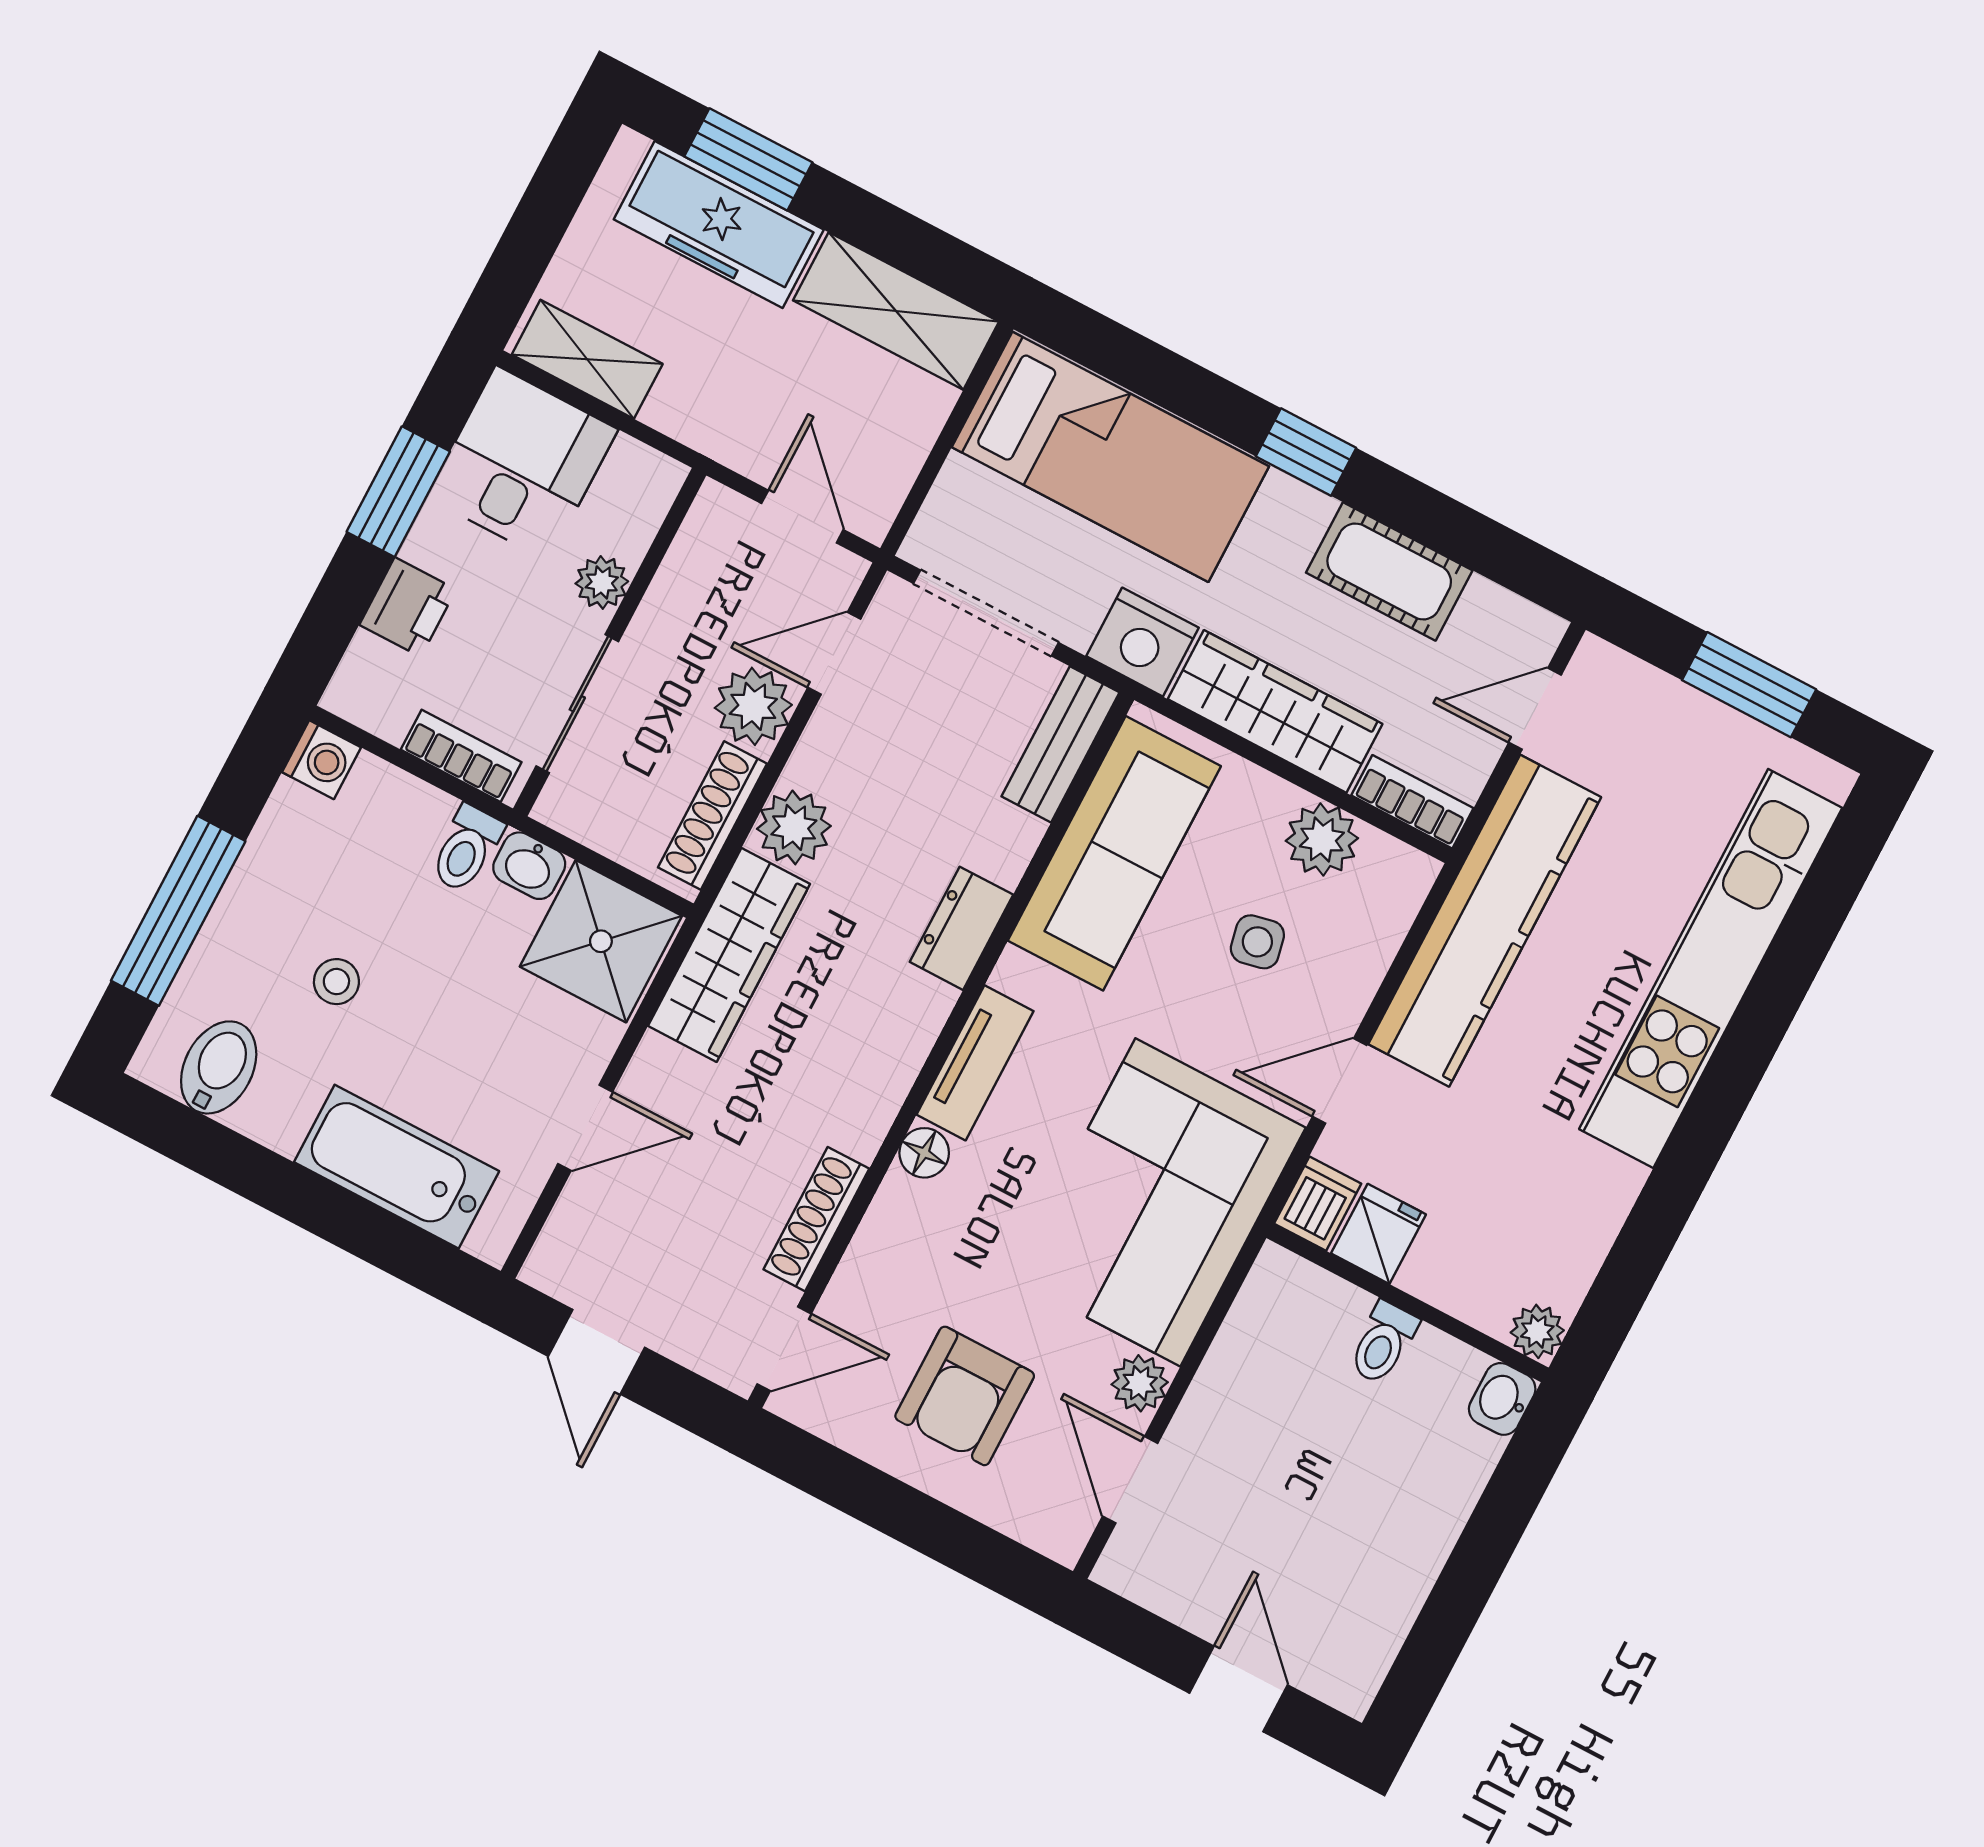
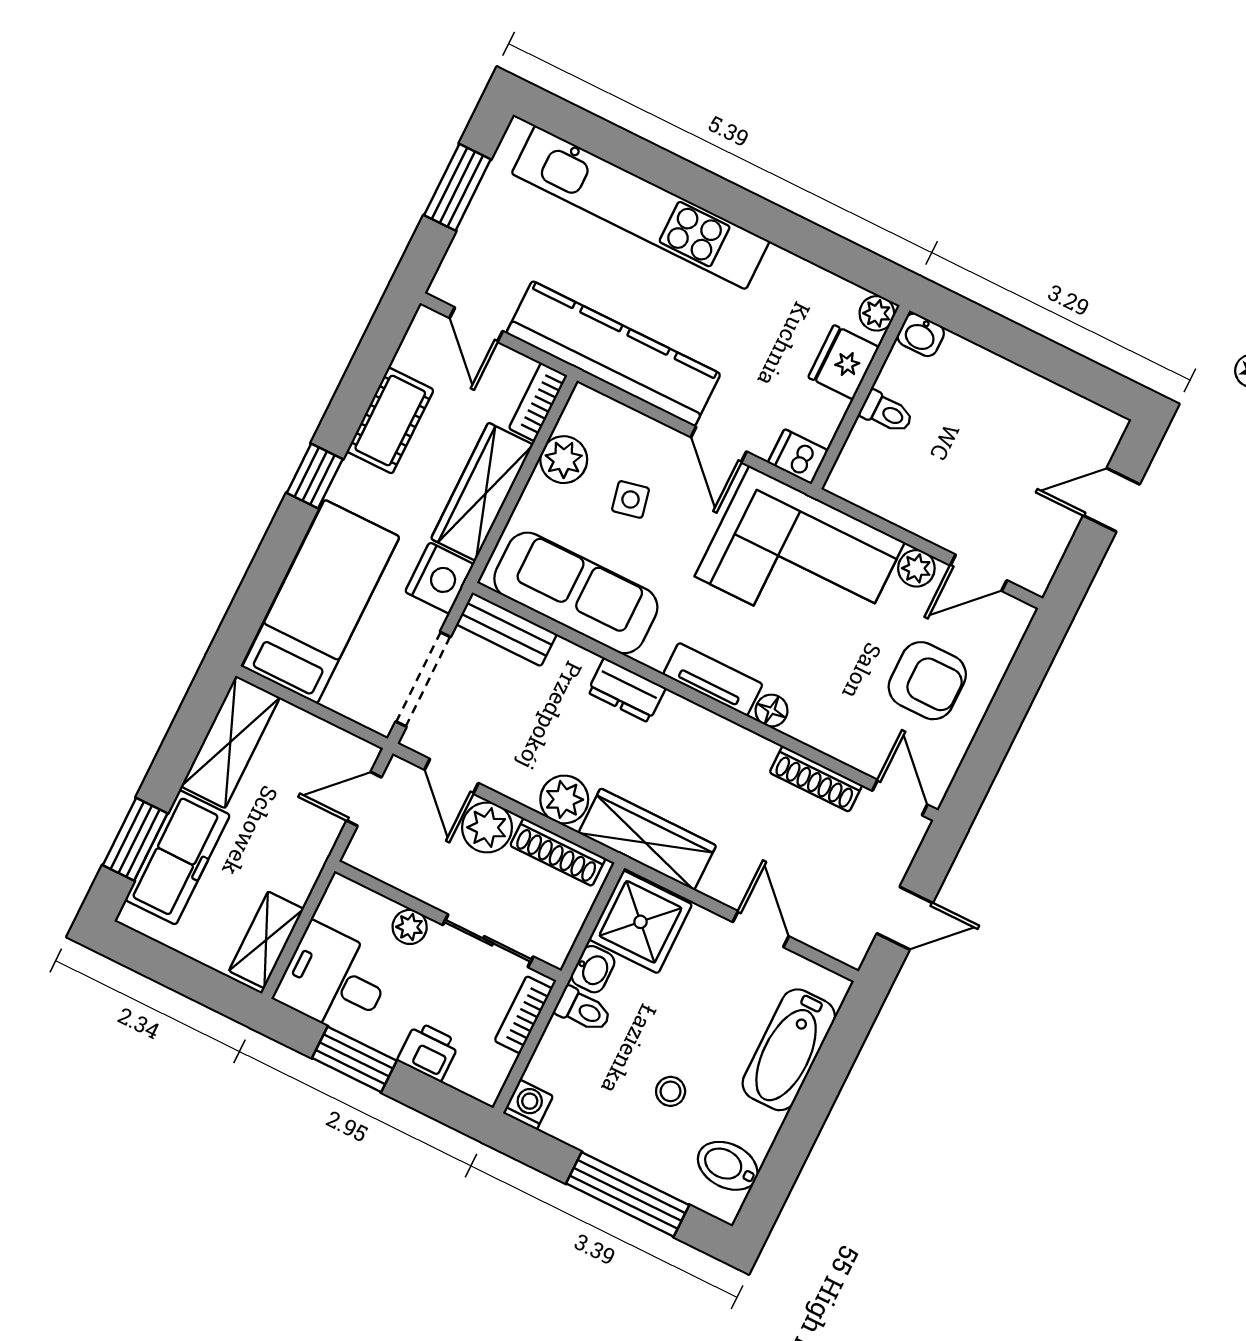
fridge: (1379, 1234) -> (844, 362), moved, width x1.38

